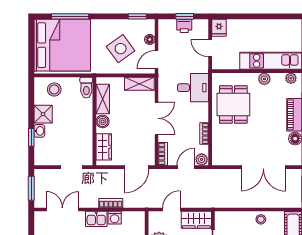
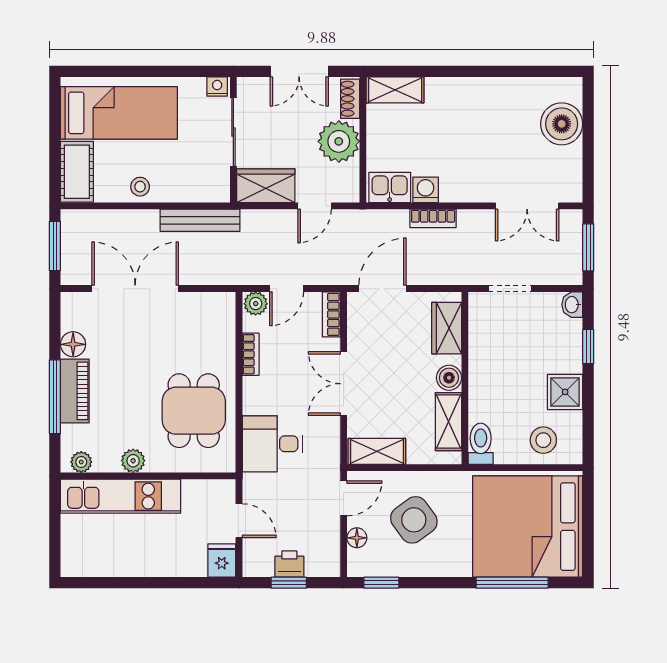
washbasin: (39, 131) -> (572, 305), moved
bench: (230, 202) -> (200, 220), added
kitchen sink: (96, 219) -> (390, 187), moved

